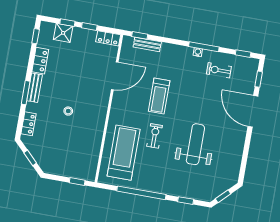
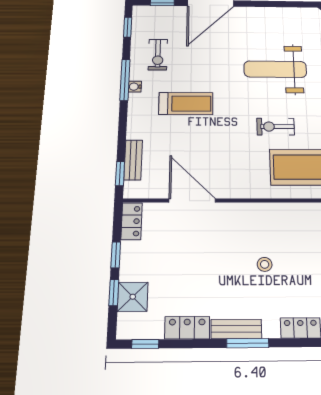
treadmill: (159, 96) -> (186, 104), moved

